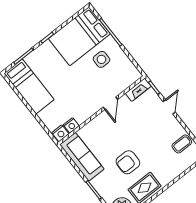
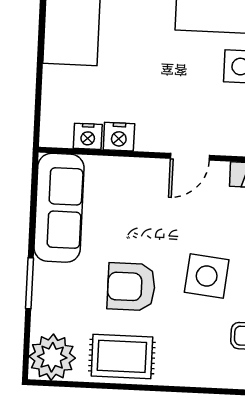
nightstand: (60, 133) -> (119, 137), moved
side table: (150, 137) -> (207, 276), added

